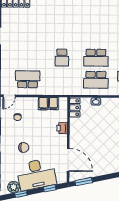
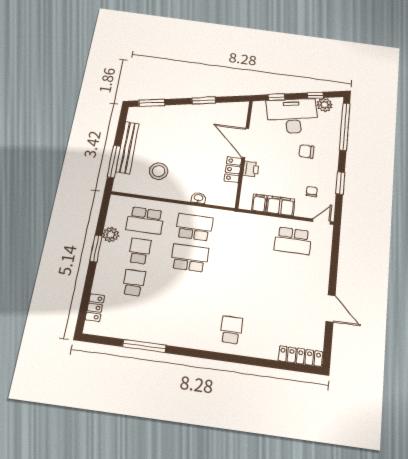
school desk: (62, 57) -> (231, 330), moved
filing cabinet: (43, 104) -> (280, 206), width x2.00
locker: (75, 108) -> (233, 170), moved
door: (68, 160) -> (245, 143), moved
window: (84, 182) -> (204, 100), moved

